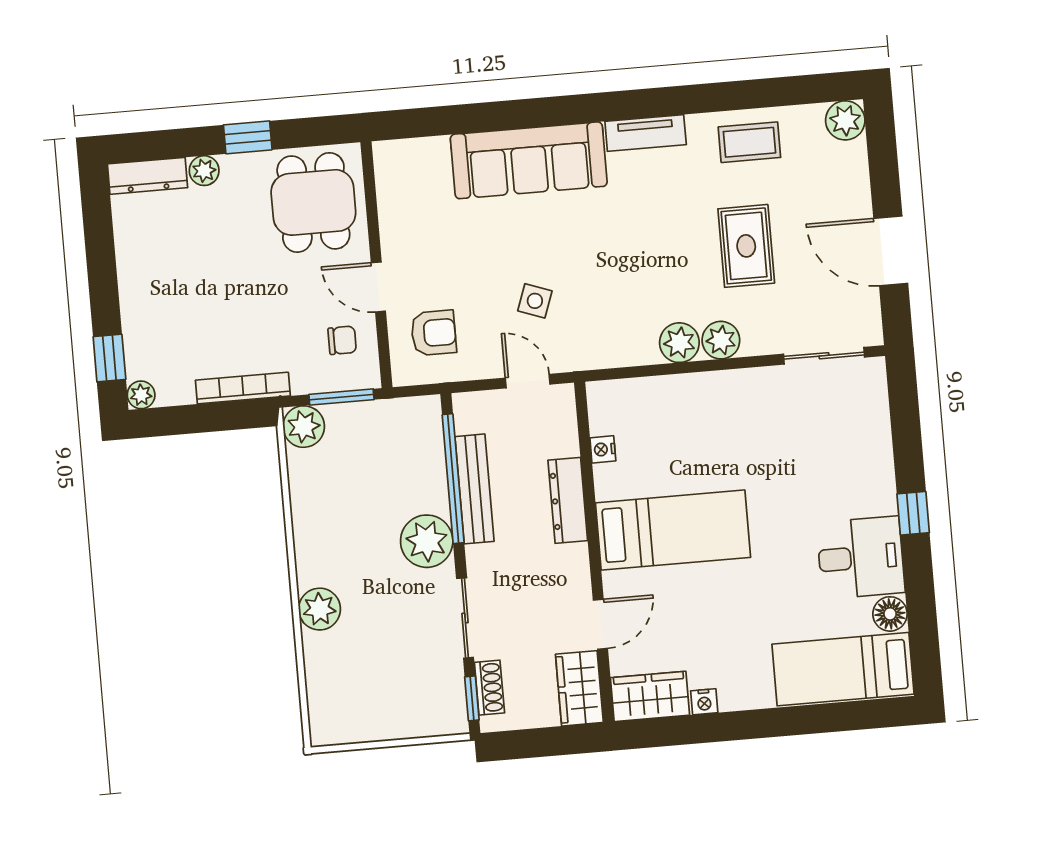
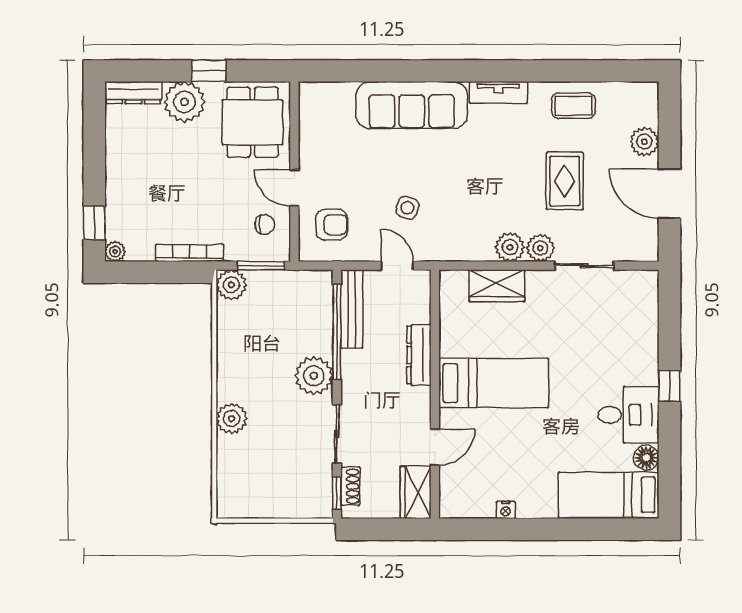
plant: (845, 120) -> (644, 142), moved
plant: (204, 171) -> (184, 102), width x1.87, depth x1.87
sliding door: (824, 356) -> (584, 266), moved
nightstand: (603, 449) -> (448, 320), removed
bench: (475, 489) -> (352, 309), moved
wardrobe: (650, 696) -> (497, 286), moved, turned 180

